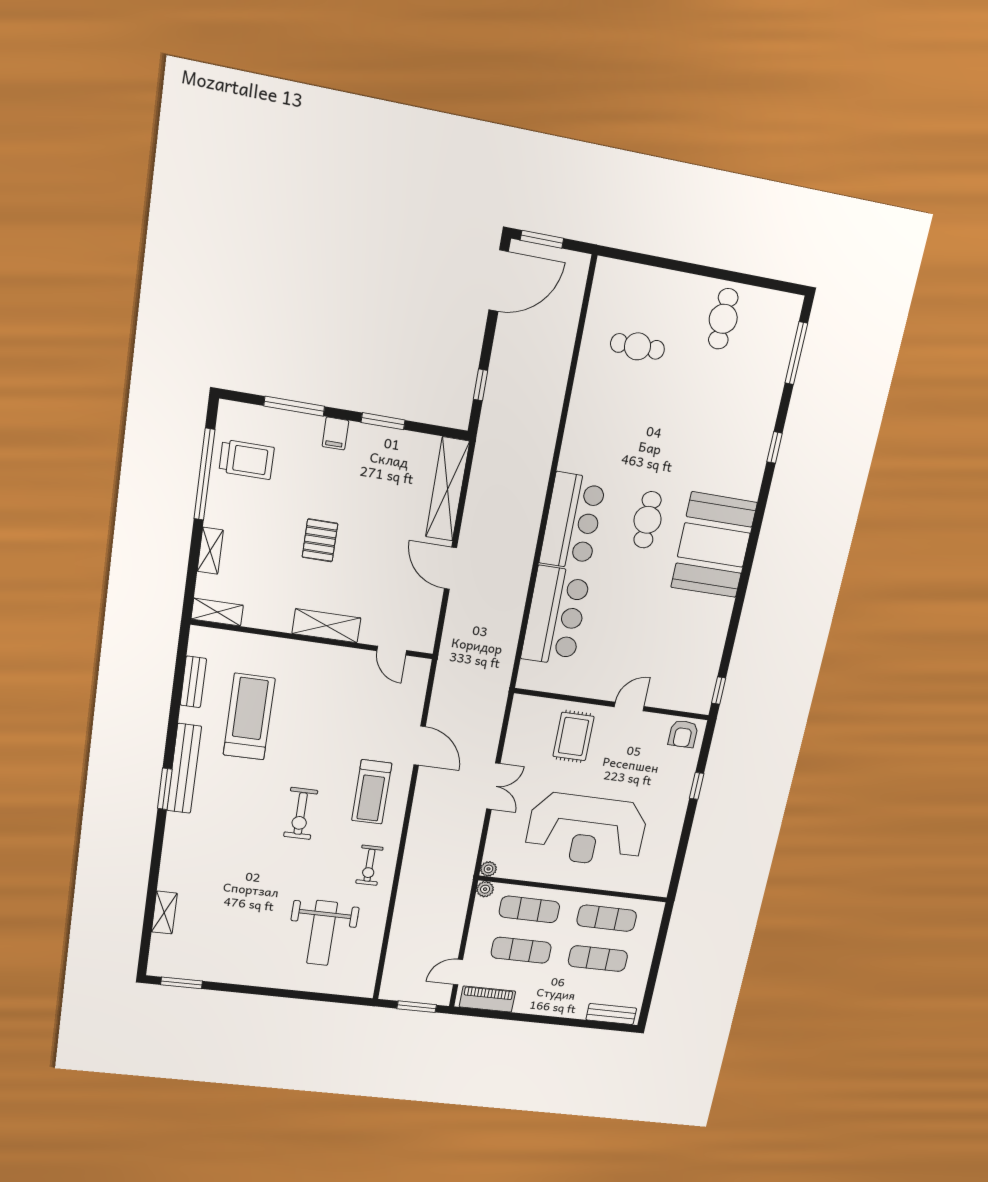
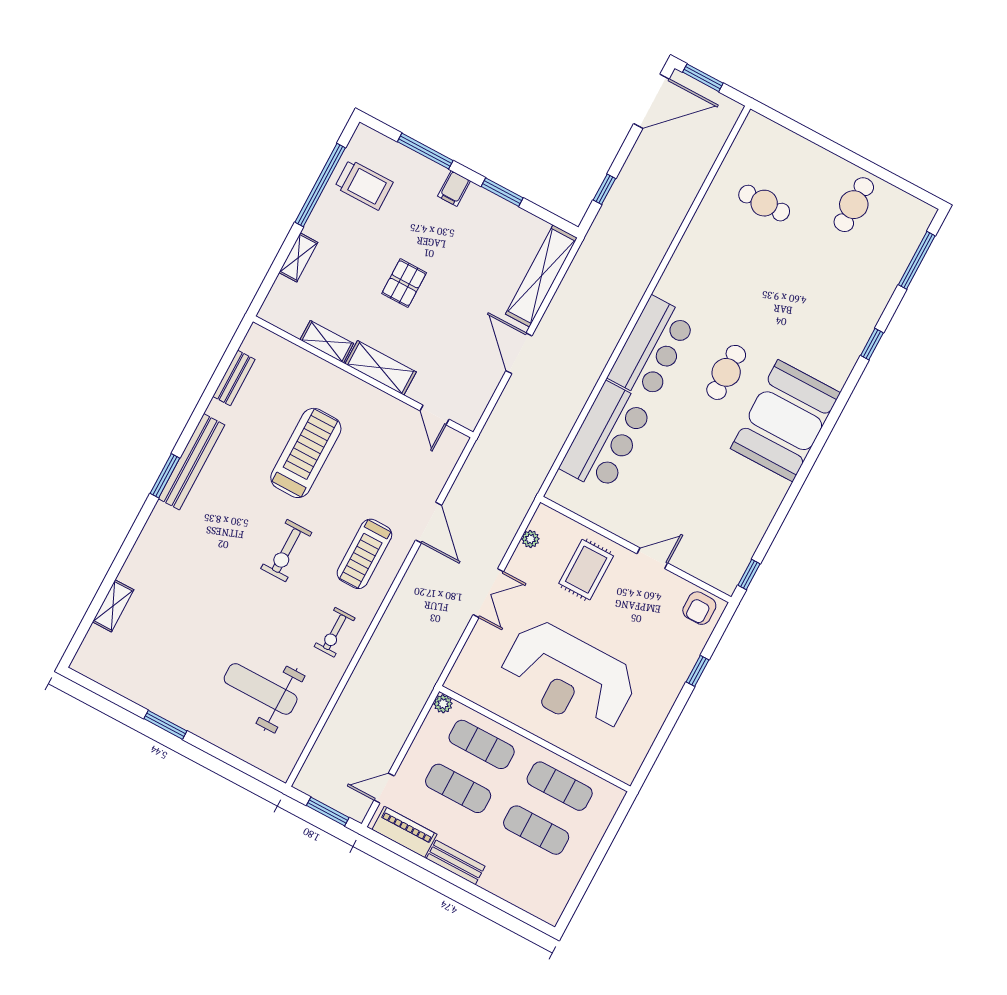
shelving: (217, 612) -> (327, 342), moved
treadmill: (249, 717) -> (306, 453), moved
plant: (488, 869) -> (530, 539), moved
weight bench: (322, 933) -> (261, 689), turned 90
window: (182, 983) -> (165, 725), moved
bench: (611, 1014) -> (456, 862), moved

